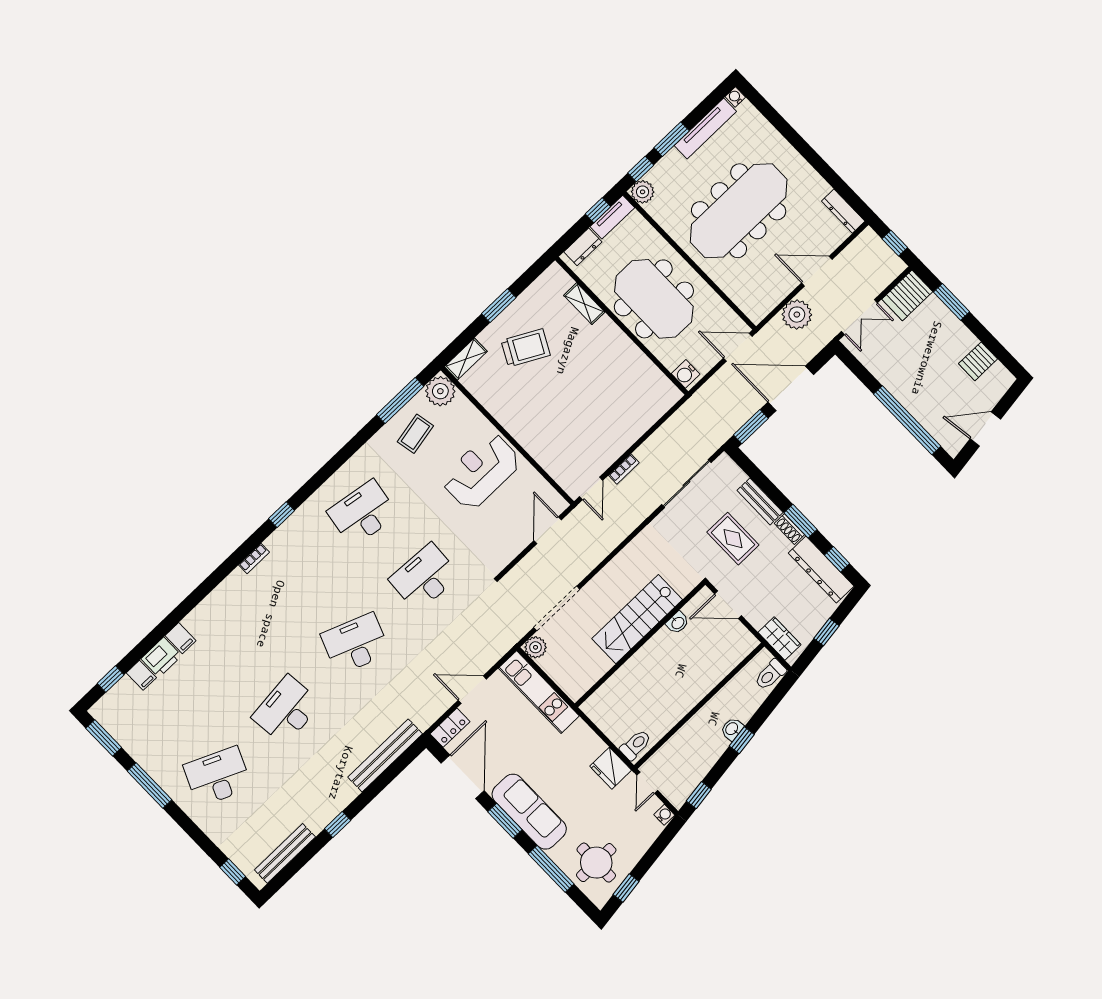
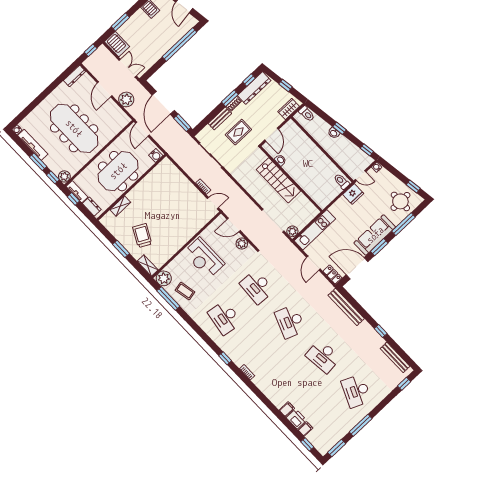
plant: (511, 547) -> (242, 244), added

